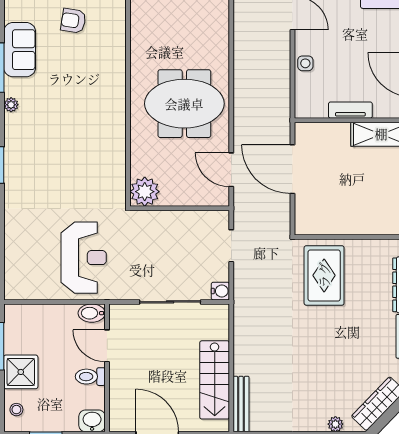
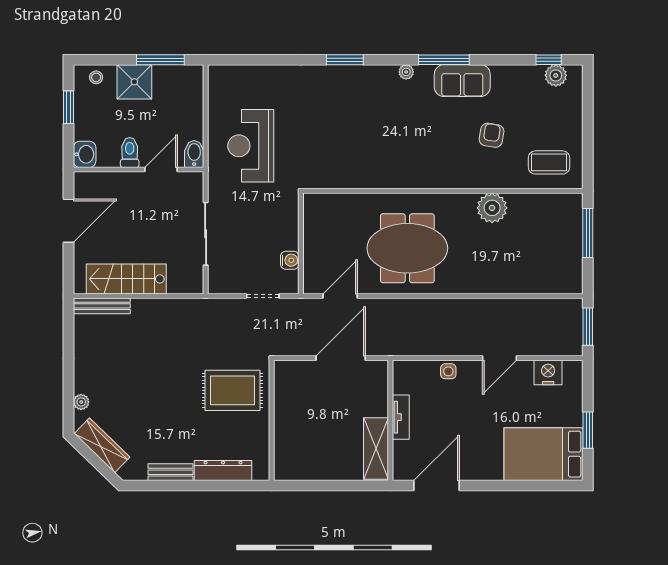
meeting table: (184, 104) -> (407, 248), turned 90
plant: (145, 192) -> (492, 208), moved
reception desk: (84, 258) -> (251, 146), turned 90
water cooler: (220, 291) -> (290, 260), moved, turned -90

